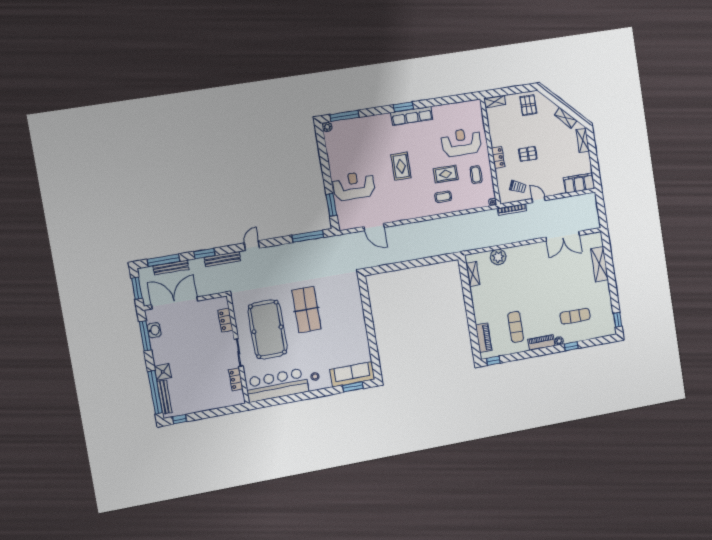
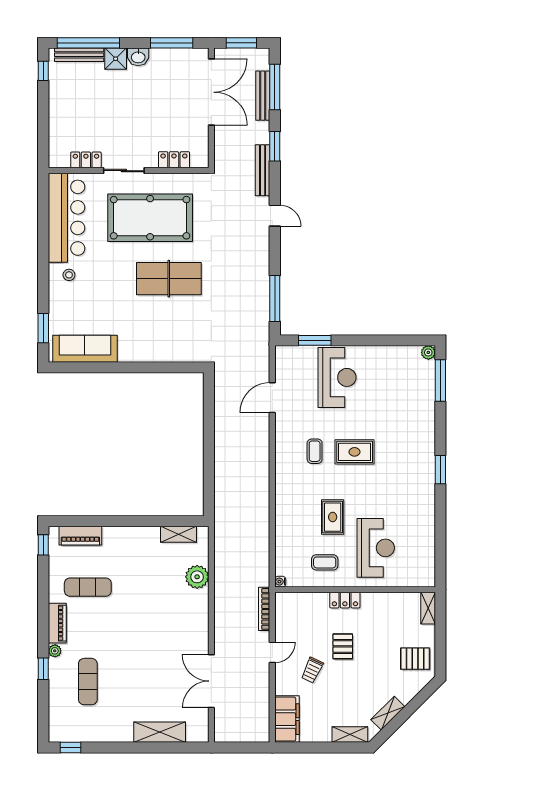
row of seats: (412, 116) -> (425, 480), removed
trolley: (518, 187) -> (312, 670), moved
coffee table: (443, 197) -> (315, 451), moved
washbasin: (154, 330) -> (138, 57), moved
sofa: (352, 374) -> (85, 349), moved, turned -90

